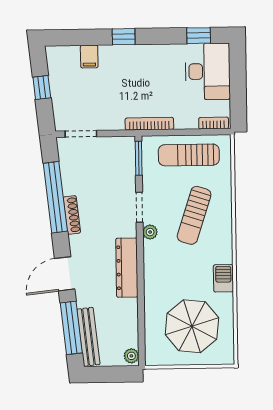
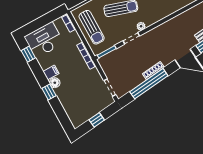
floor lamp: (133, 53) -> (55, 83), added
filing cabinet: (89, 57) -> (51, 72), moved
dresser: (127, 268) -> (165, 29), removed

